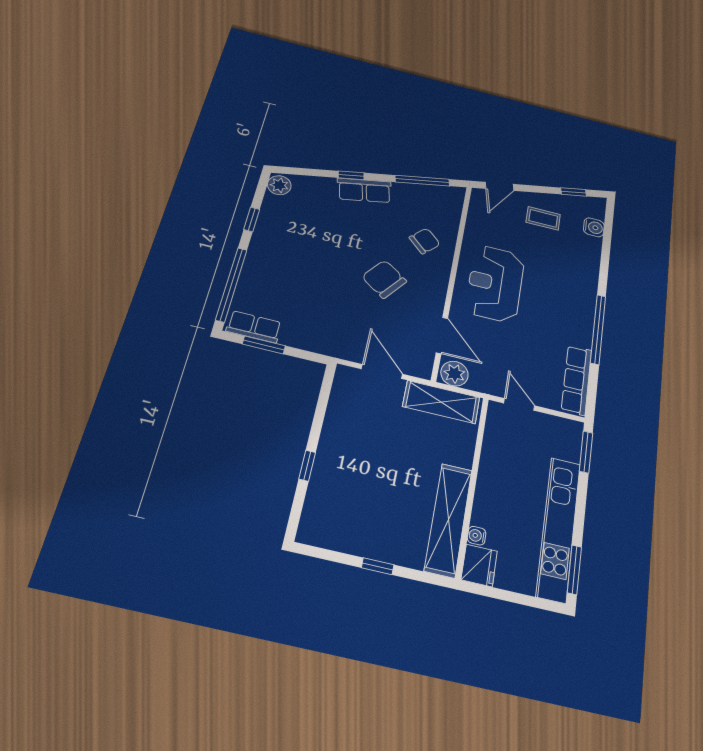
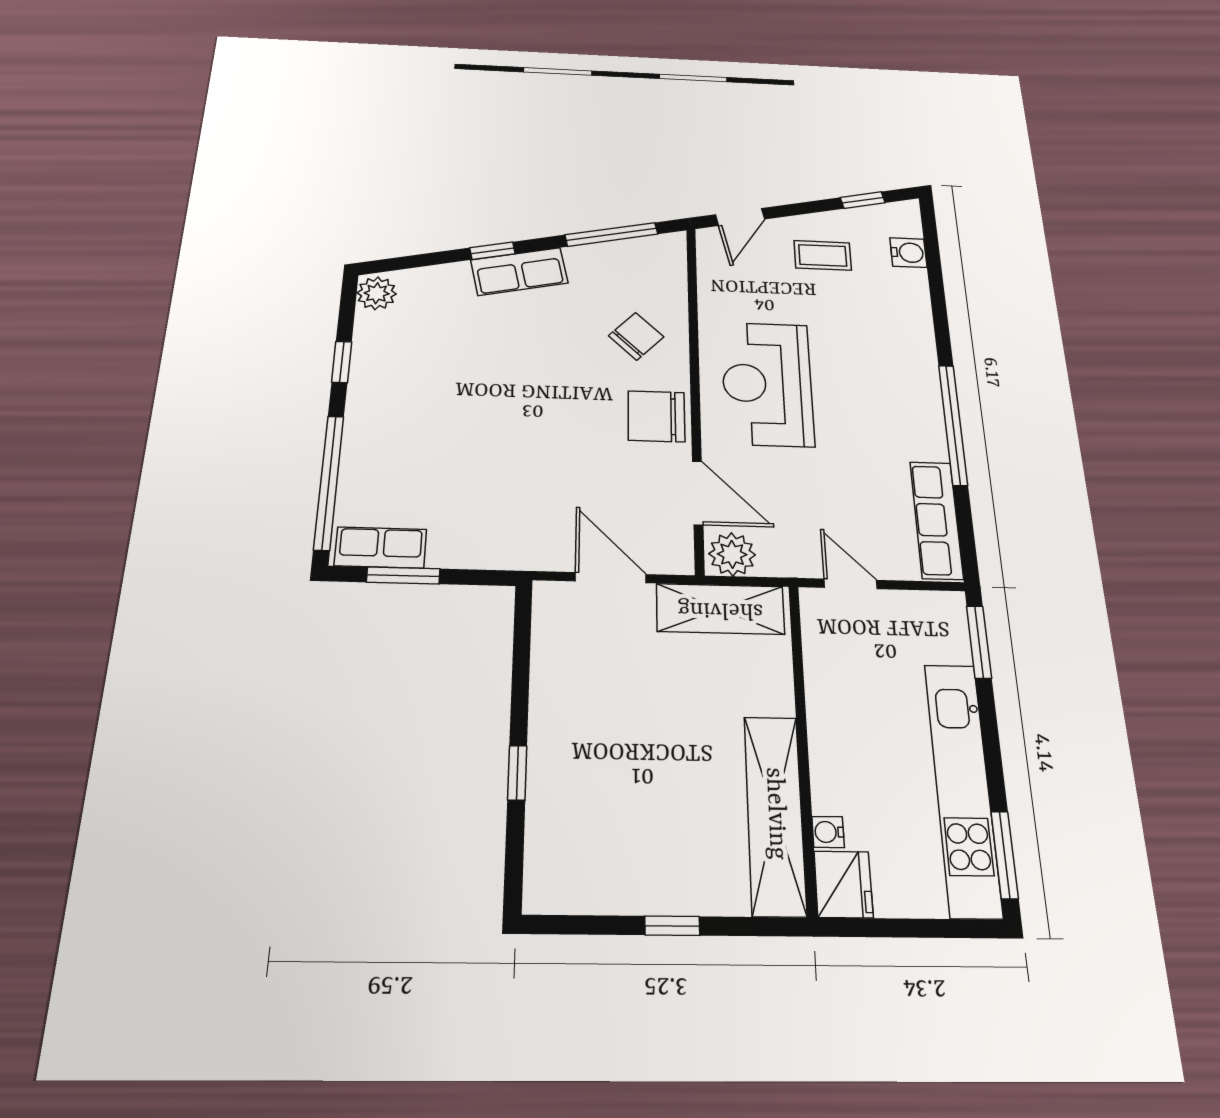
chair: (384, 279) -> (656, 416), moved, turned -36

